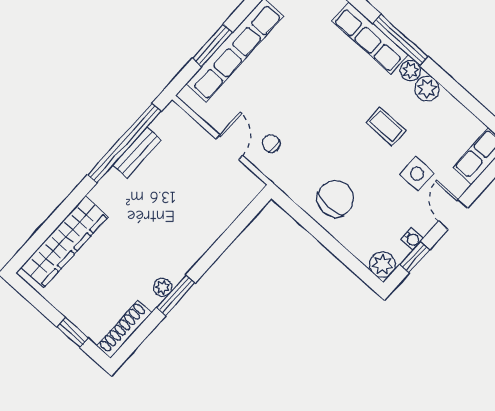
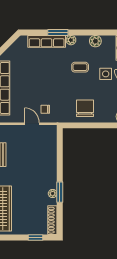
window: (400, 40) -> (58, 32), width x0.69
plant: (427, 89) -> (95, 41), moved

